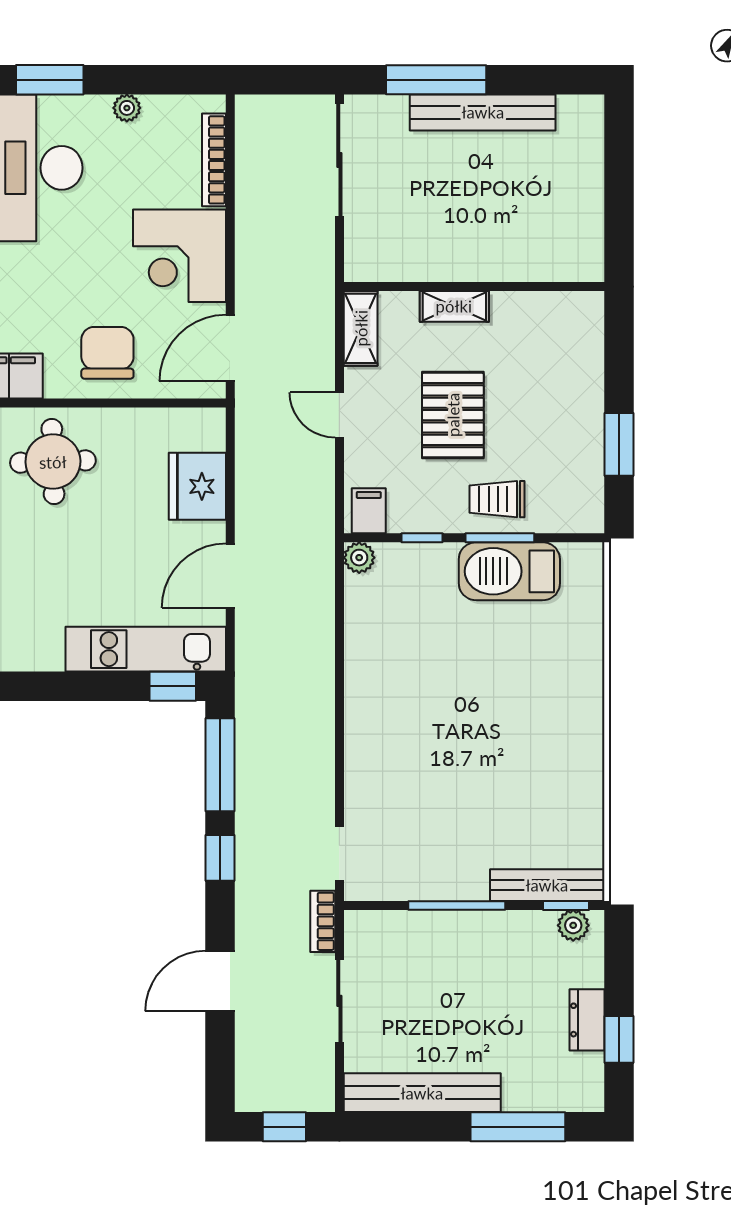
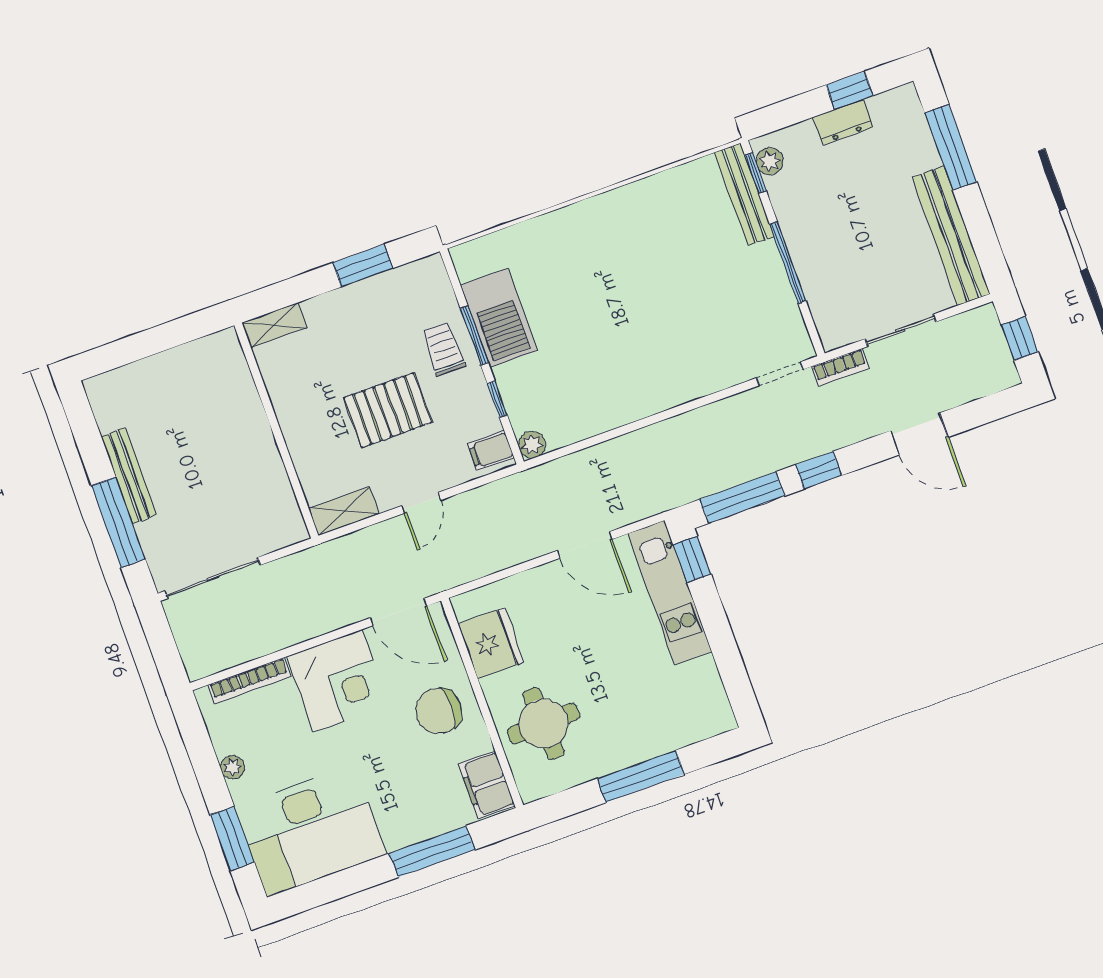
bench: (483, 112) -> (129, 476), width x0.73, depth x0.82
shelving: (454, 306) -> (274, 325), moved, turned 90
fridge: (197, 486) -> (491, 643), moved, turned -90
trolley: (497, 499) -> (444, 349), turned 180

